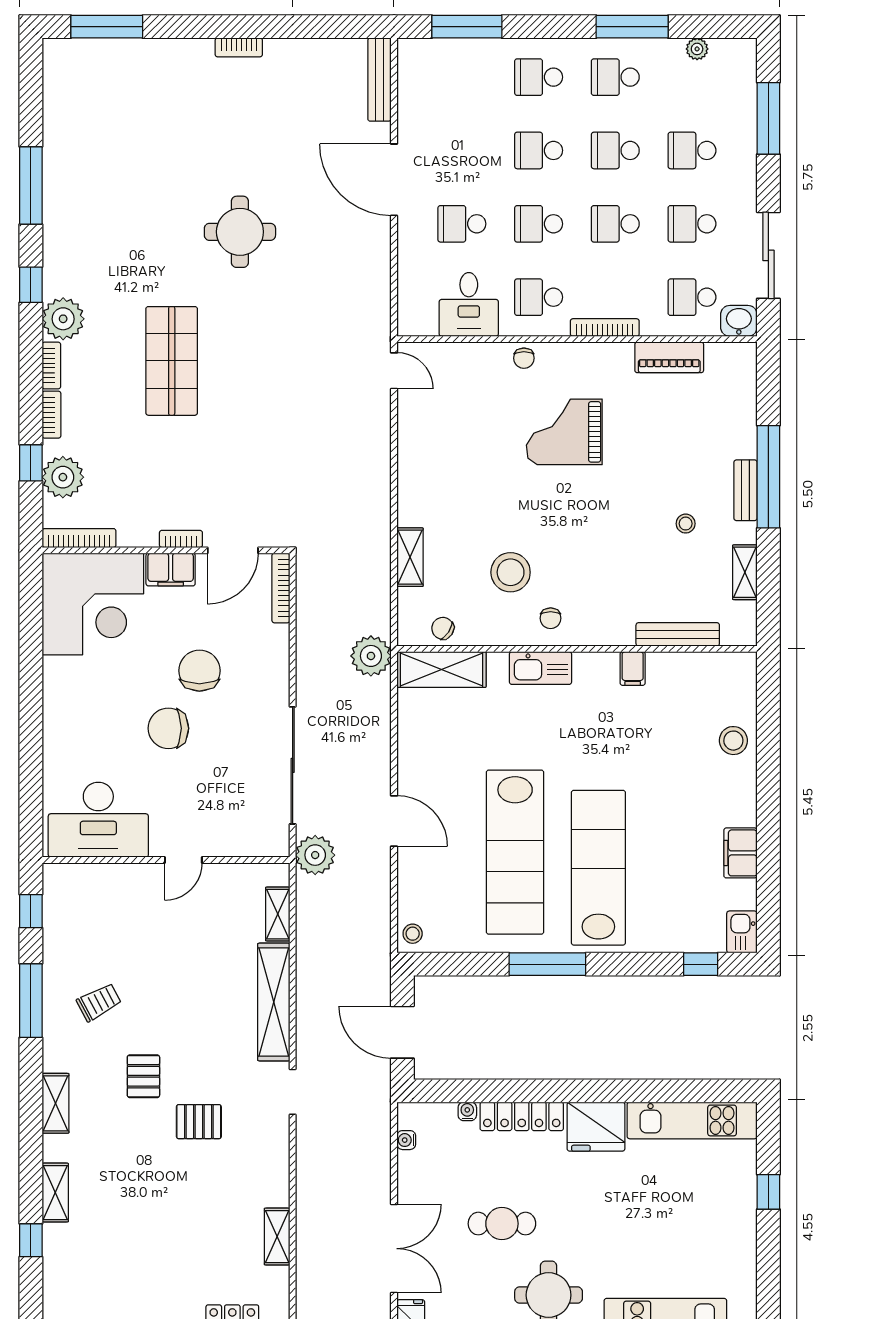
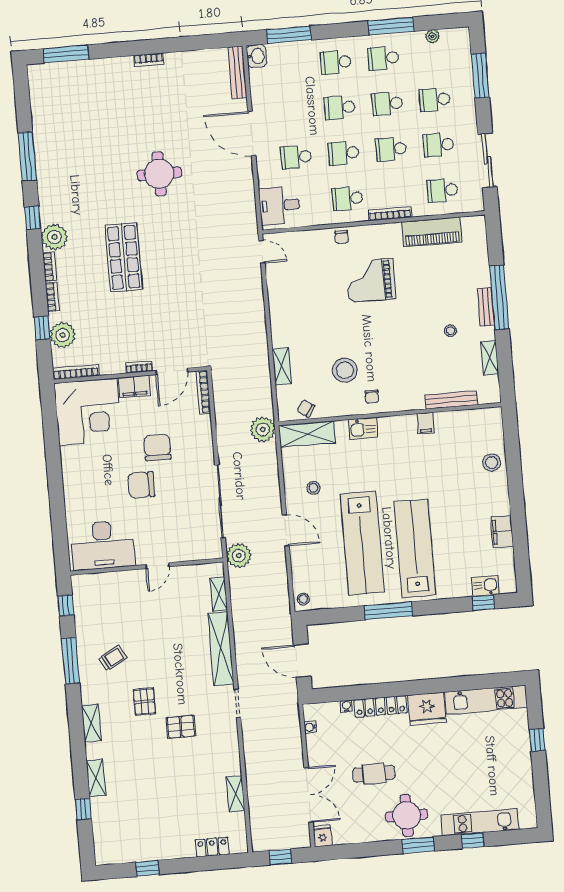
desk: (469, 304) -> (280, 205), moved, turned 90
washbasin: (739, 321) -> (256, 56), moved, turned 90
piano: (669, 357) -> (432, 232), width x1.37, depth x1.33
kitchen sink: (540, 668) -> (363, 428), width x0.73
stool: (444, 757) -> (313, 488), added
kitchen sink: (742, 932) -> (485, 586), moved, turned 90

